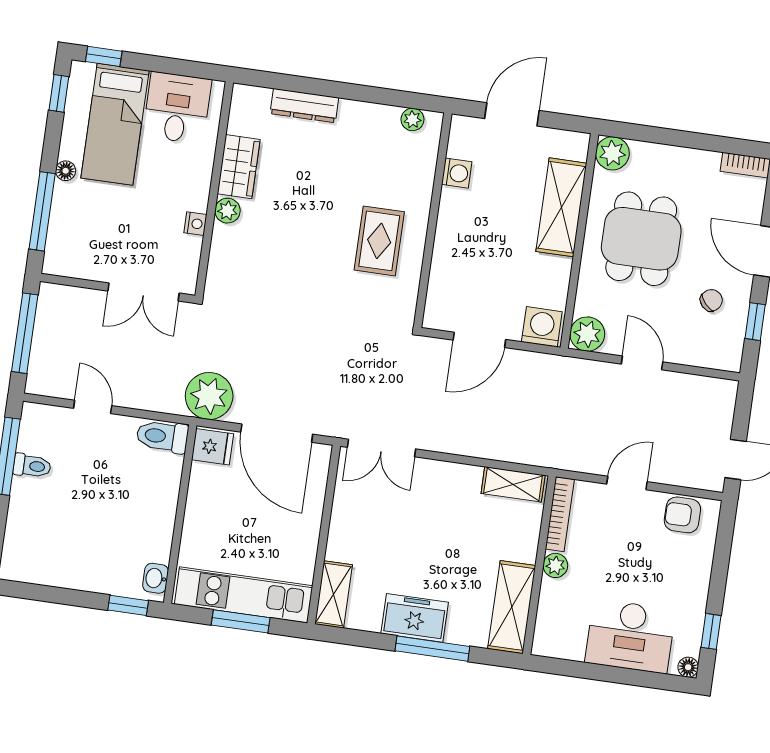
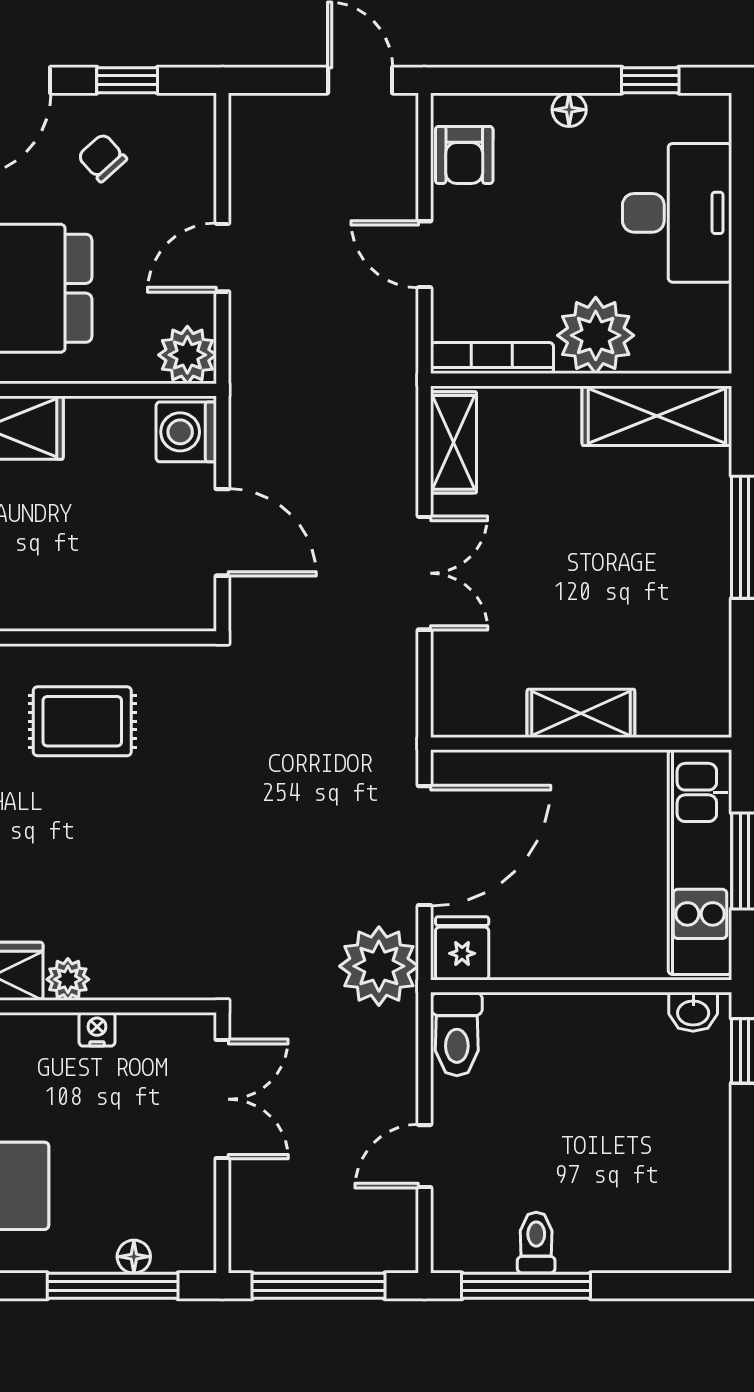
floor lamp: (66, 171) -> (134, 1257), moved
double door: (382, 448) -> (424, 573), moved
plant: (555, 565) -> (596, 335), width x1.87, depth x1.87
shelving: (334, 594) -> (581, 713), moved
freezer: (415, 618) -> (698, 574), removed
floor lamp: (688, 667) -> (569, 110), moved

